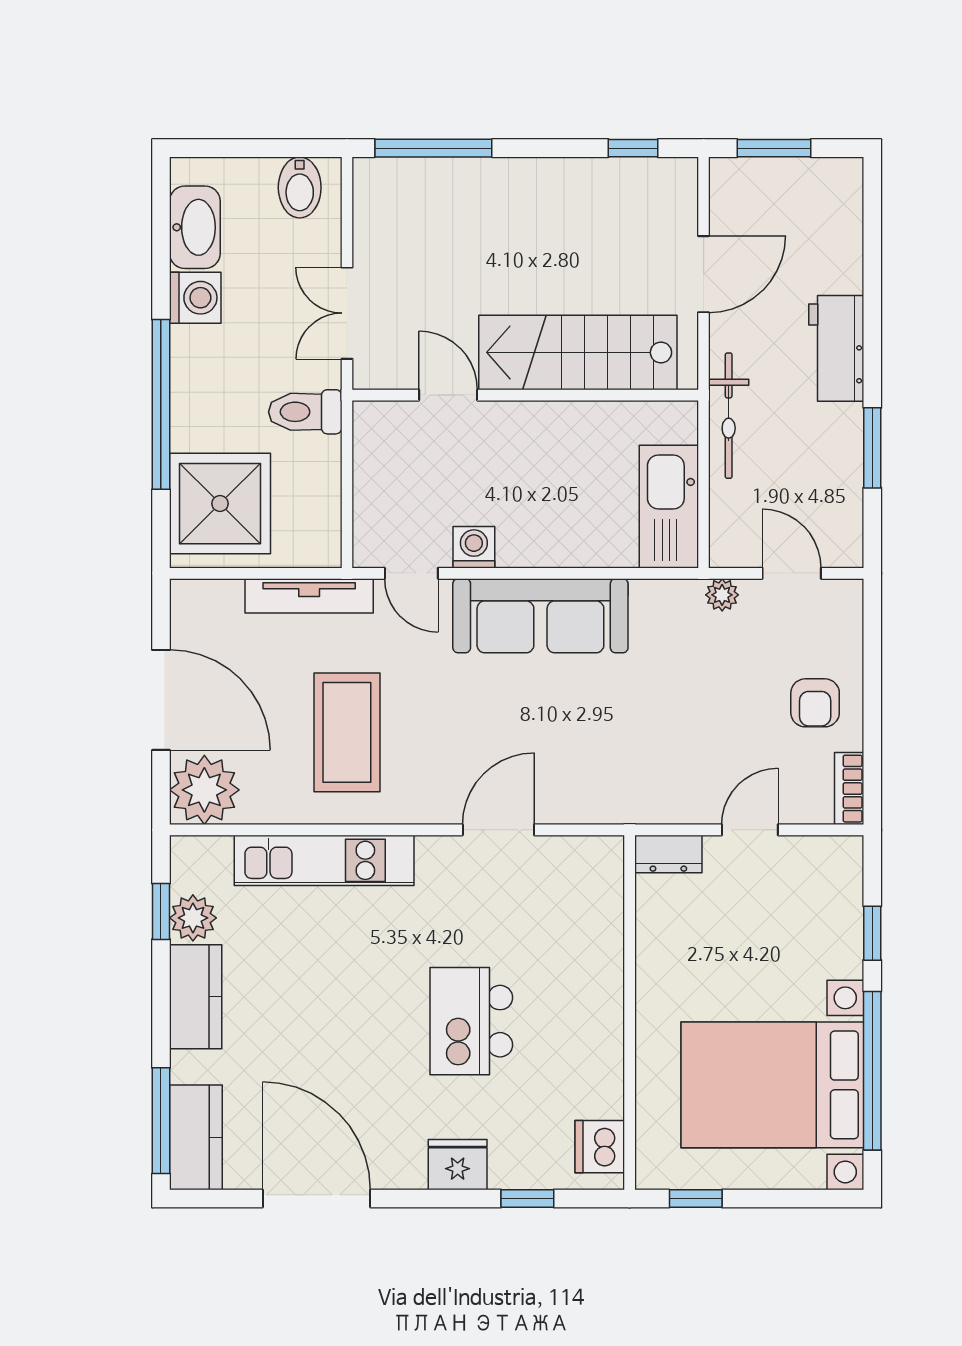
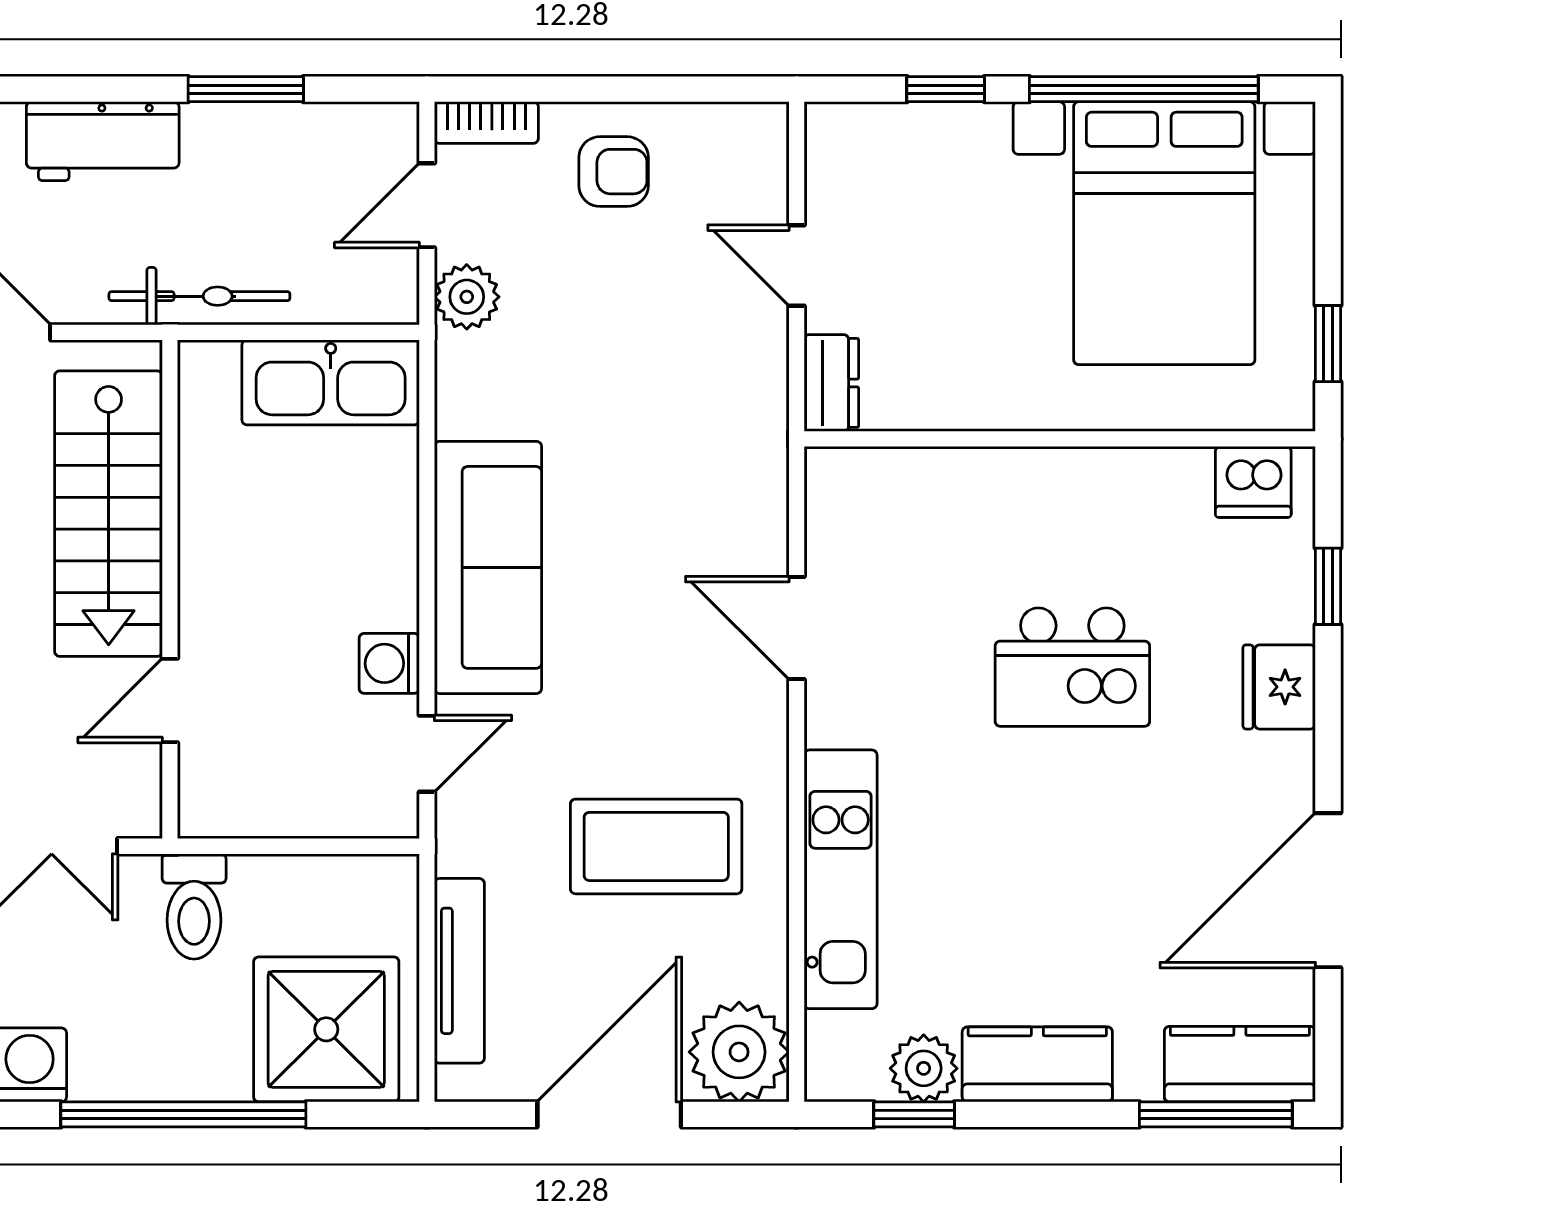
plant: (722, 595) -> (467, 297), width x1.38, depth x1.38
tv unit: (309, 596) -> (459, 971), moved
bookcase: (849, 789) -> (486, 123), moved

